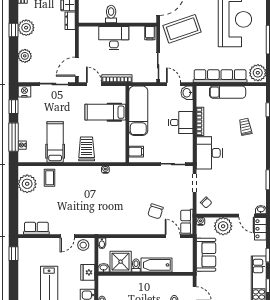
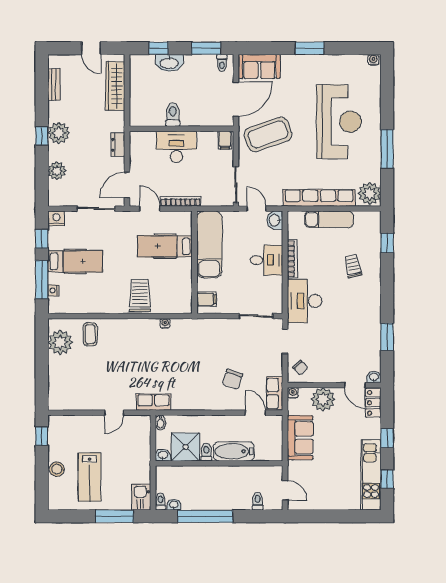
dresser: (70, 21) -> (118, 145), moved
hospital bed: (55, 142) -> (75, 261), moved, turned 90
row of seats: (36, 228) -> (153, 402), moved
stool: (83, 245) -> (57, 469), moved
fridge: (88, 272) -> (142, 461), removed

